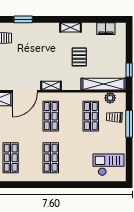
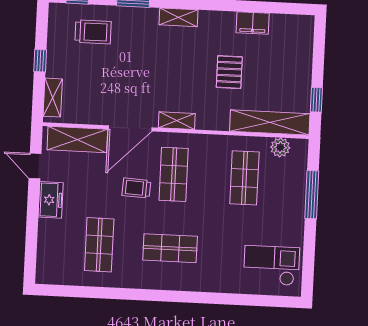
shelving: (71, 27) -> (178, 17), moved
filing cabinet: (106, 29) -> (253, 23), moved
trolley: (114, 117) -> (136, 188), moved
shop shelf: (51, 158) -> (170, 248), turned 90

